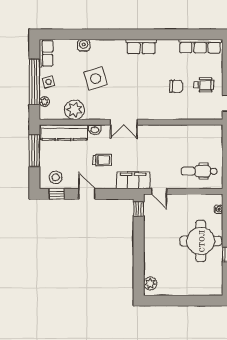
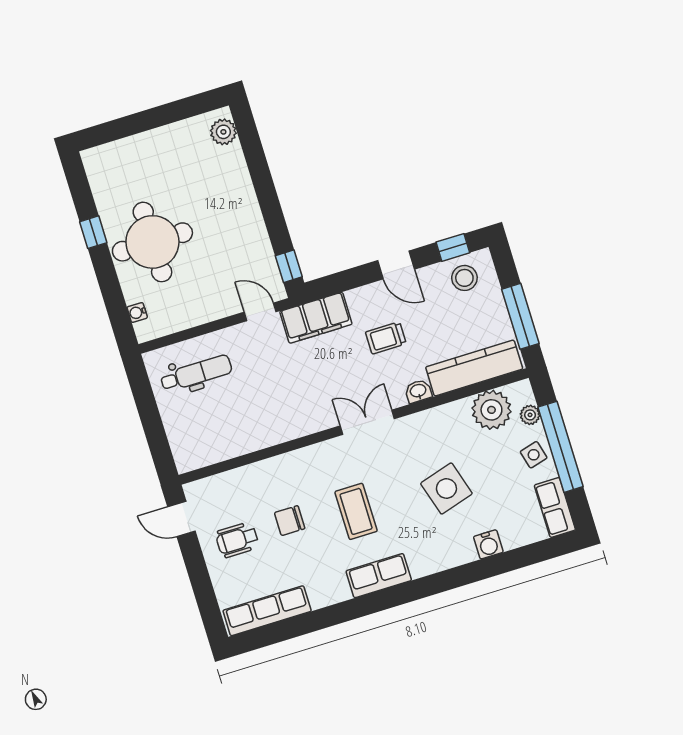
coffee table: (143, 81) -> (356, 511), added
plant: (75, 110) -> (491, 410), moved

